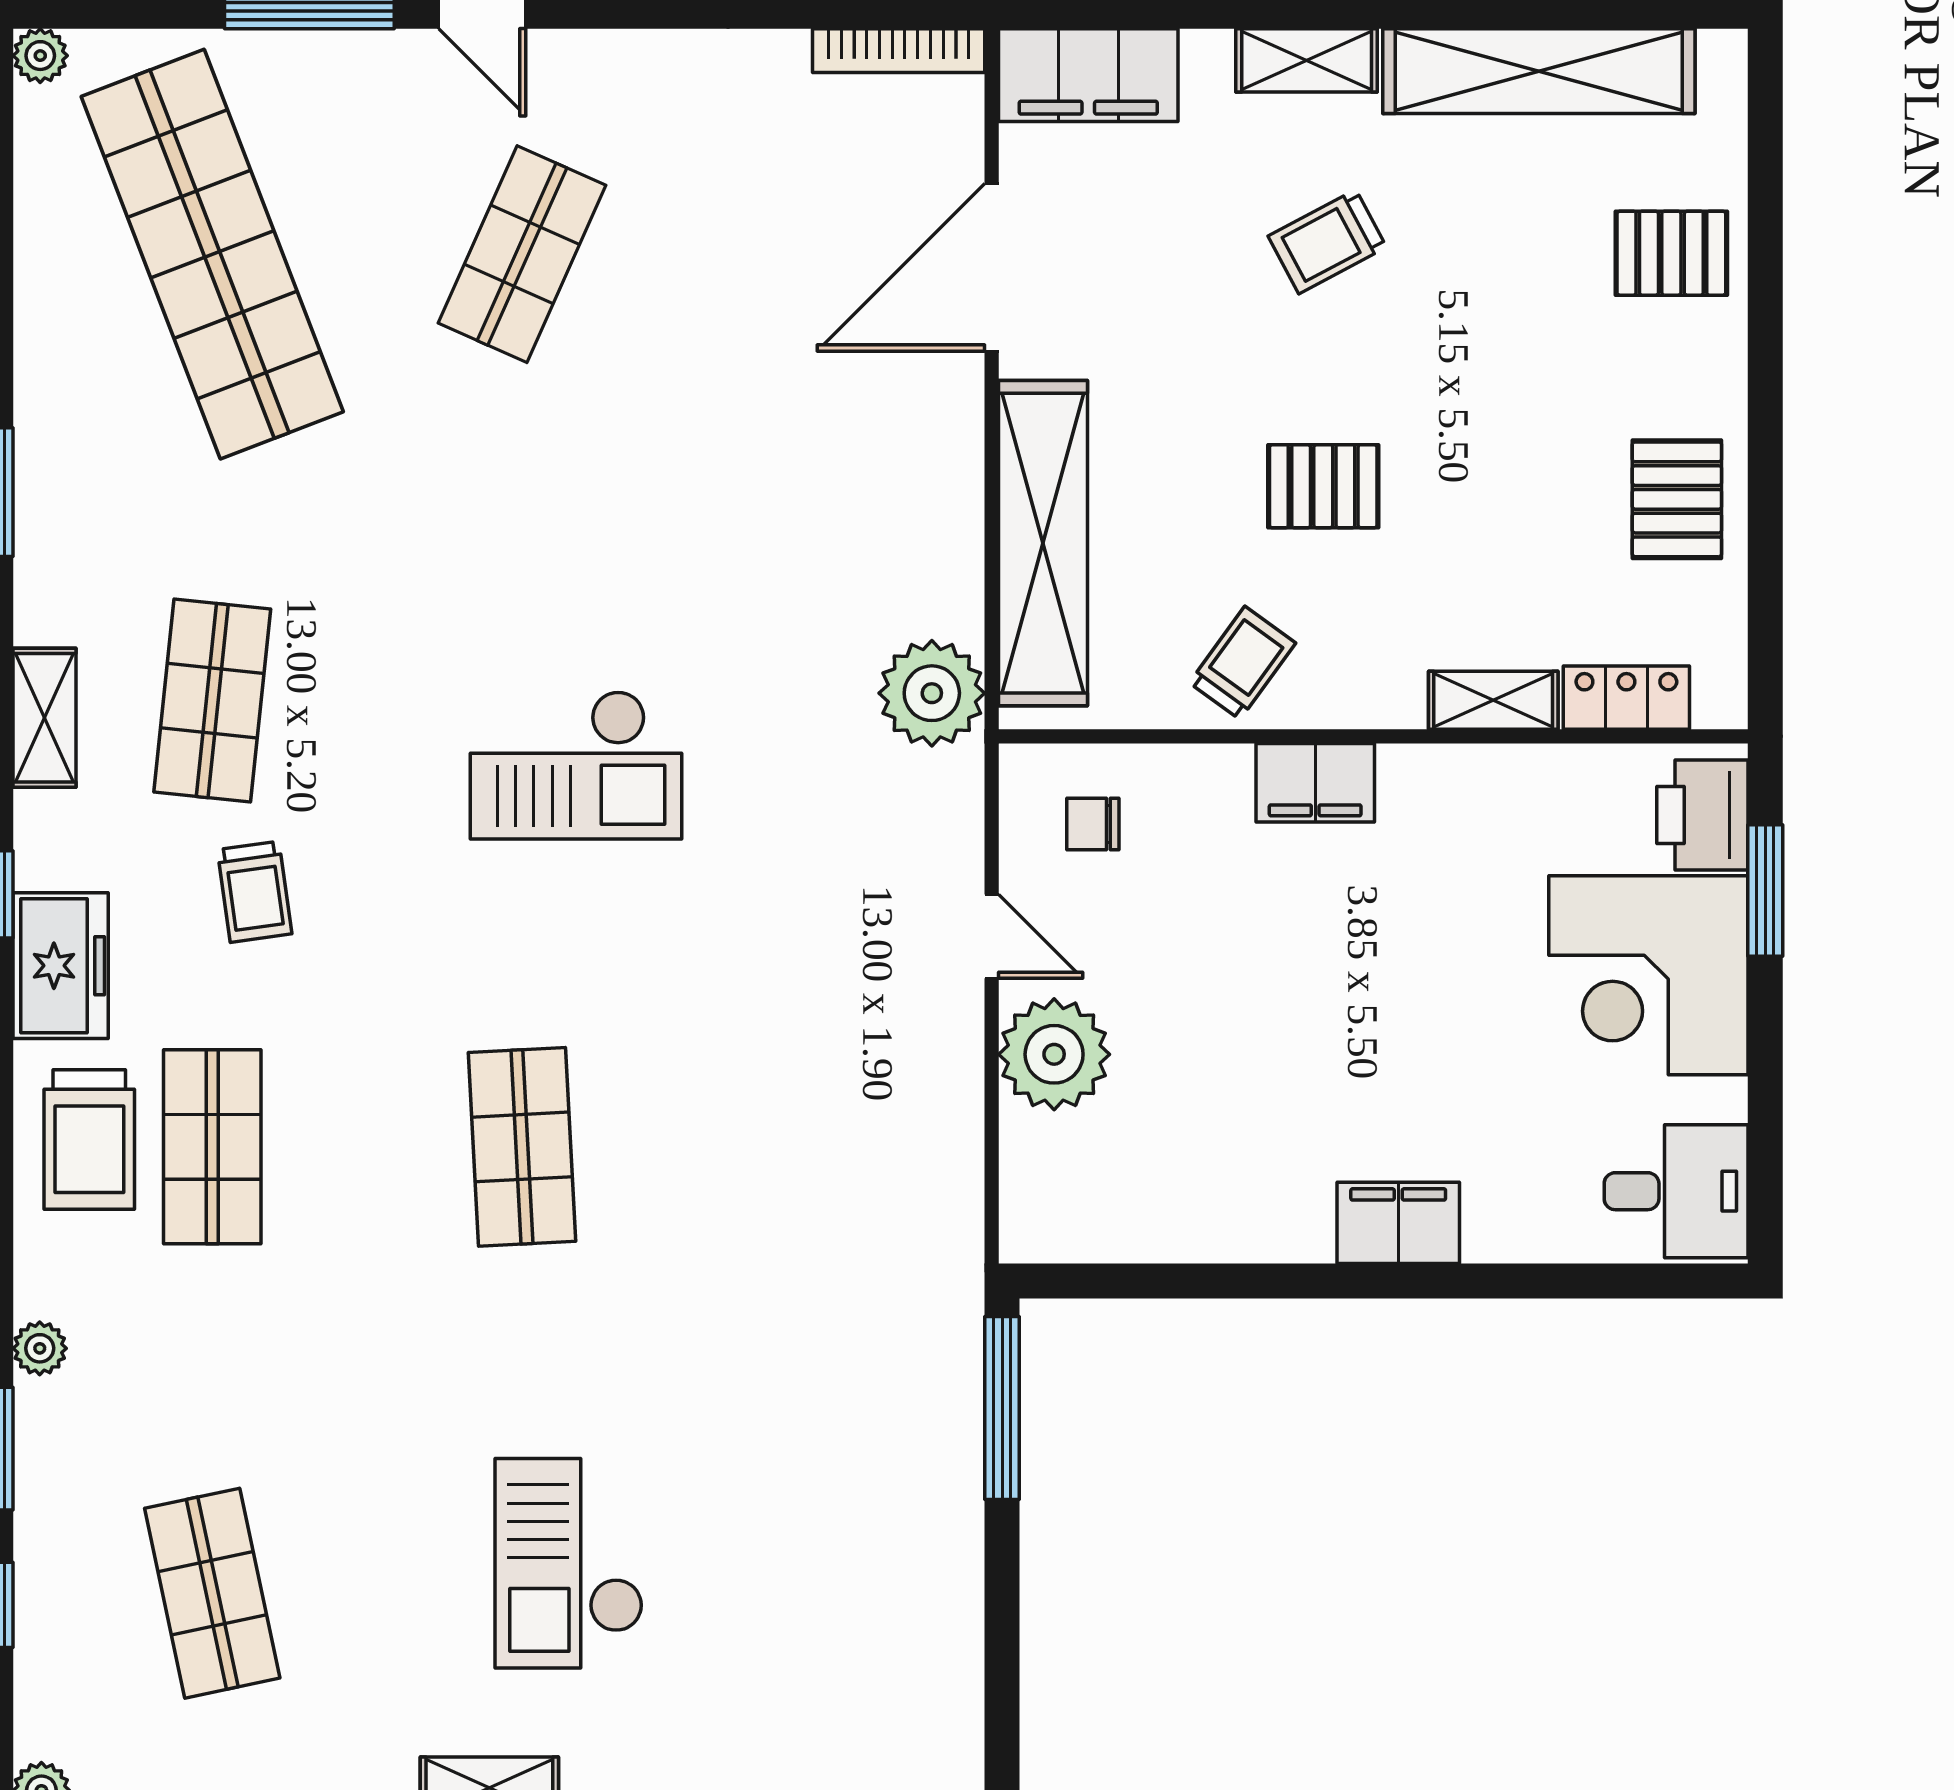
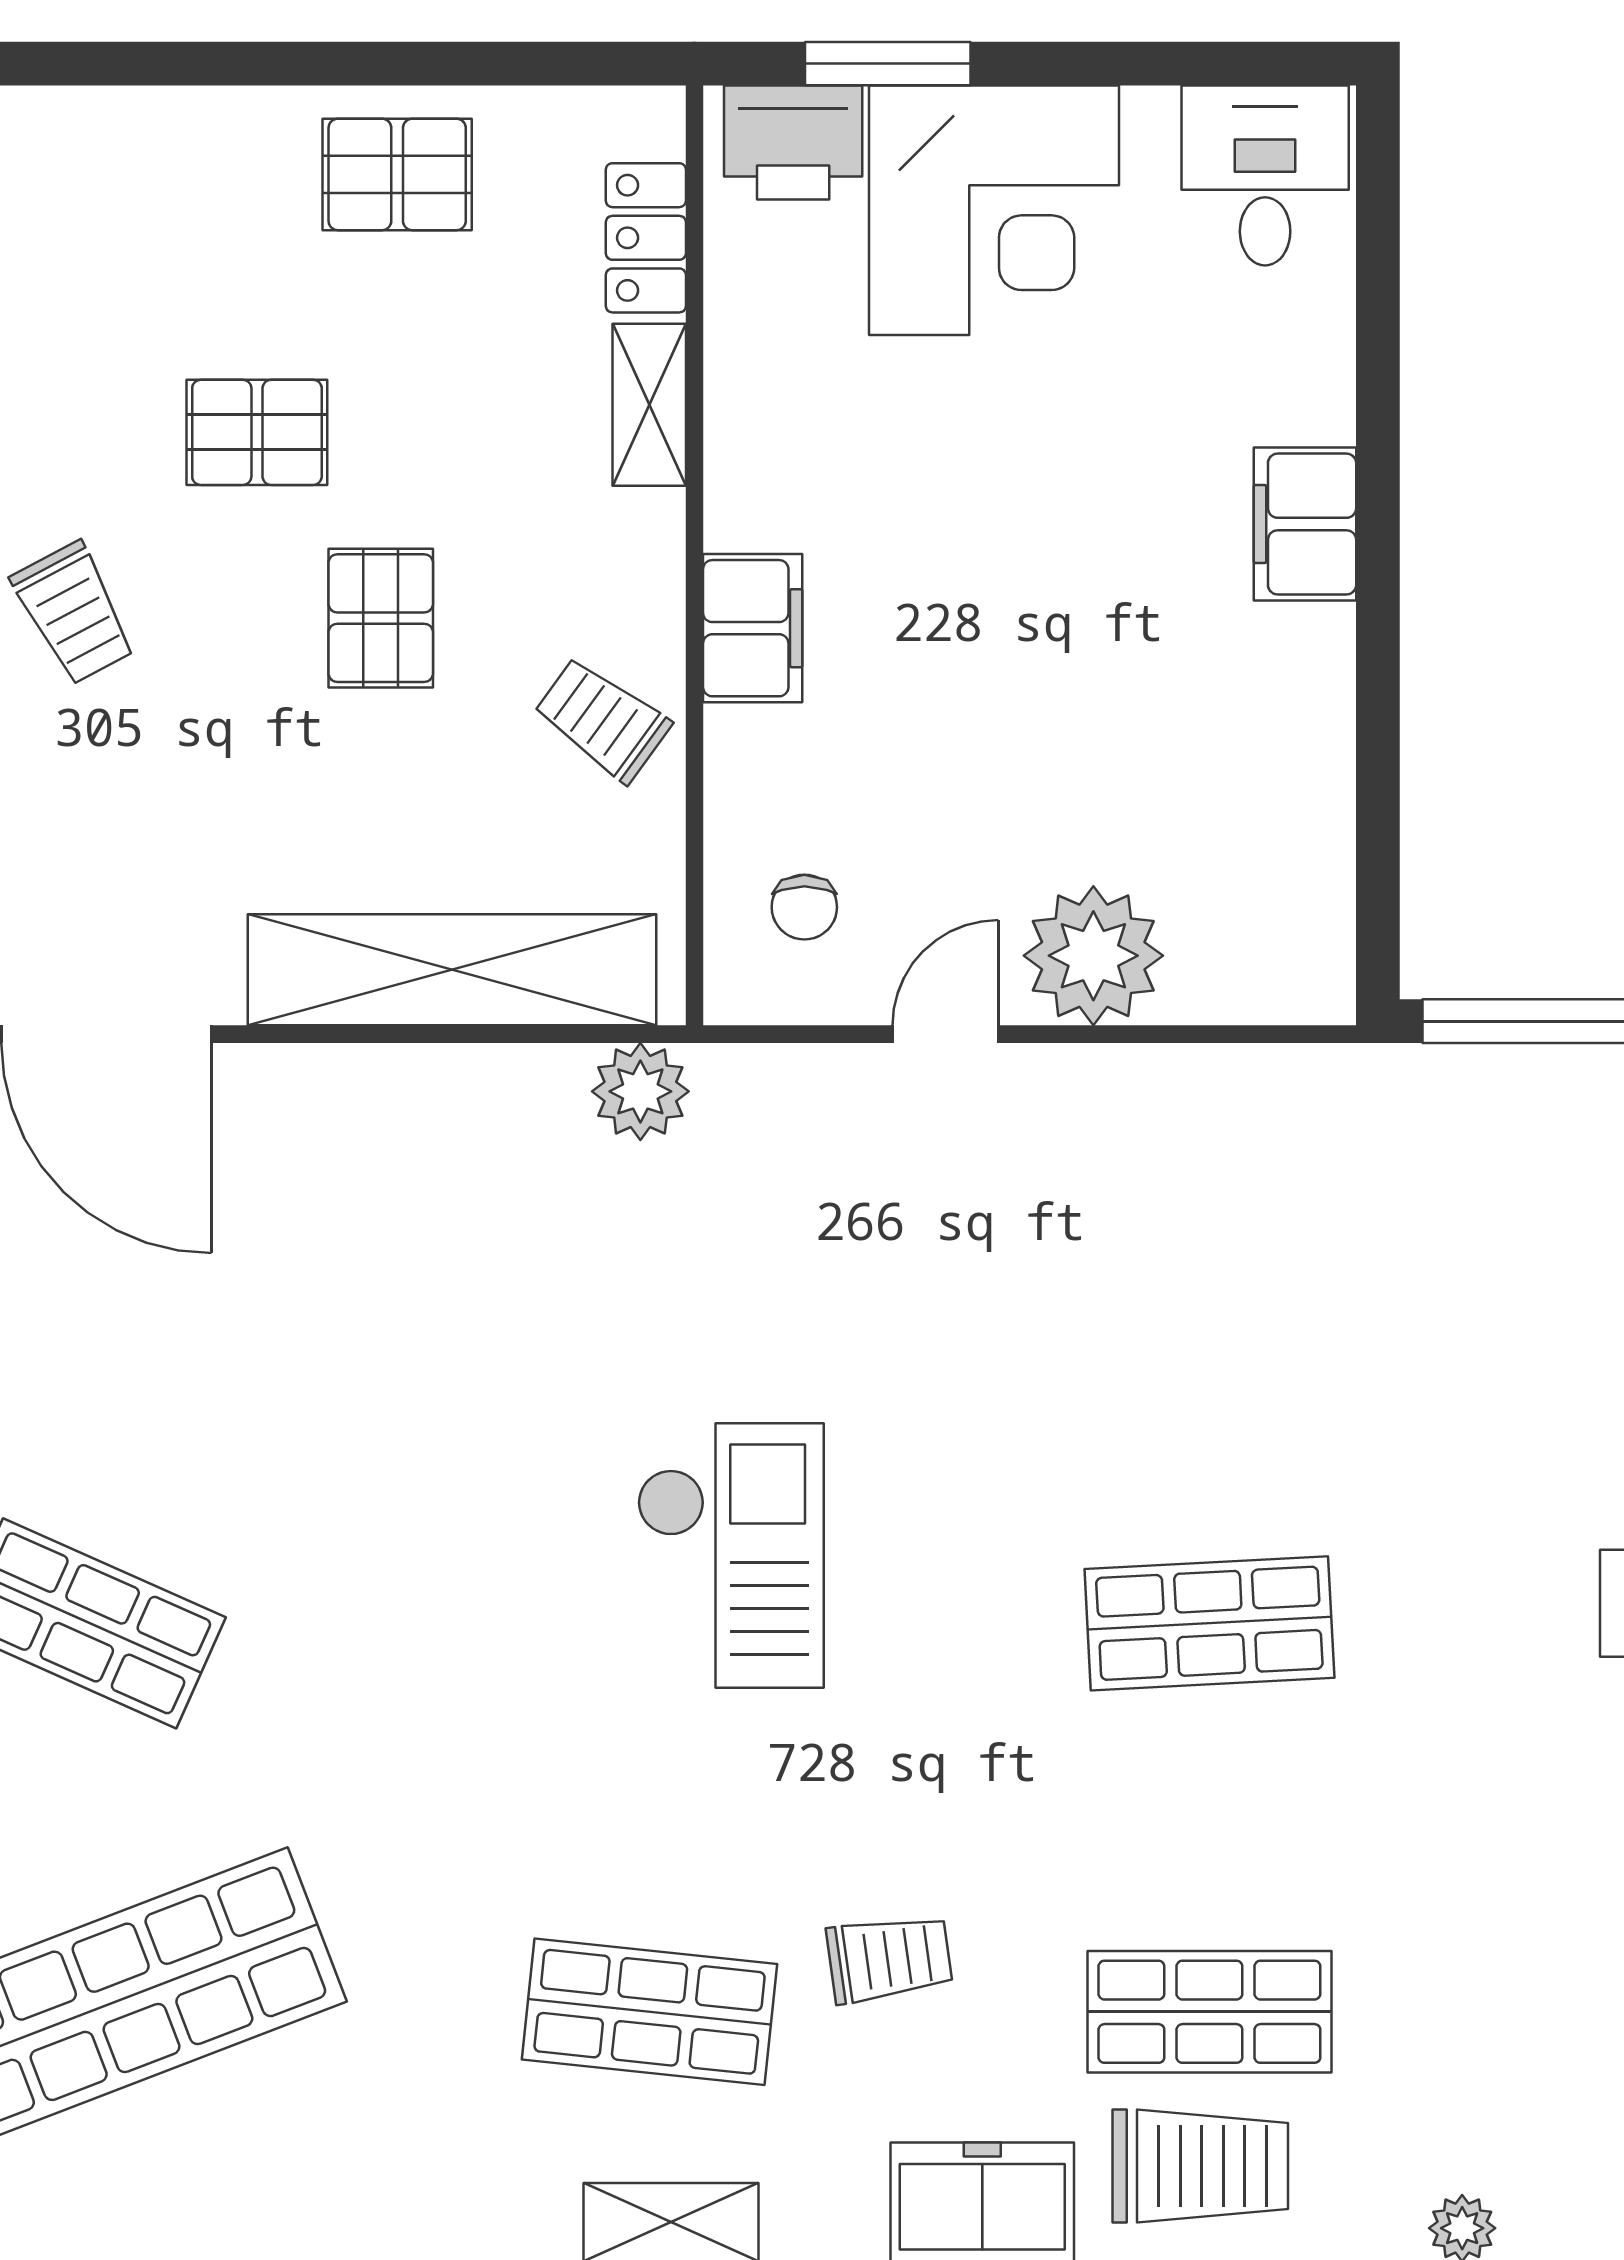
pallet: (1671, 253) -> (257, 432), moved, turned 90
plant: (932, 693) -> (640, 1091), width x0.73, depth x0.73

